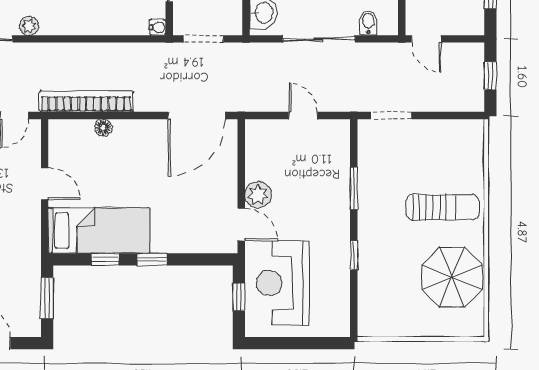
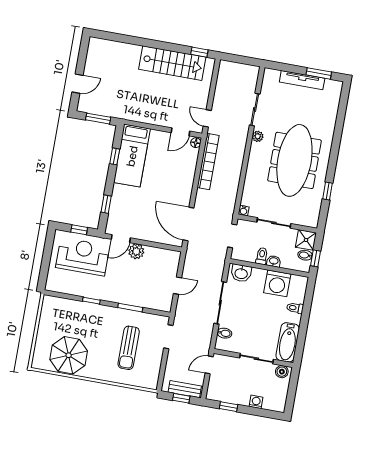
bench: (474, 73) -> (185, 389), added
floor lamp: (103, 128) -> (196, 143), moved
door: (45, 184) -> (180, 132), moved
sun lounger: (442, 207) -> (129, 348), moved
window: (152, 259) -> (106, 204), moved

